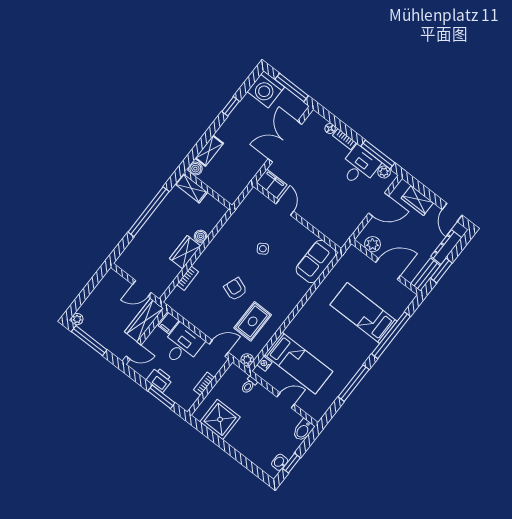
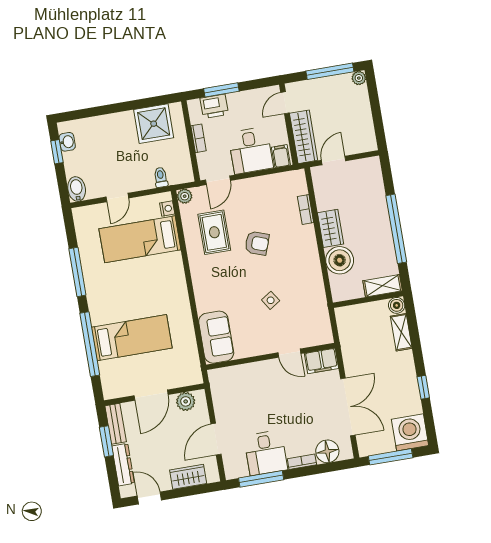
floor lamp: (330, 129) -> (327, 451), width x1.89, depth x1.89
plant: (384, 172) -> (241, 470), removed
boiler: (201, 236) -> (340, 260), width x1.86, depth x1.86
printer: (160, 380) -> (214, 106), moved

